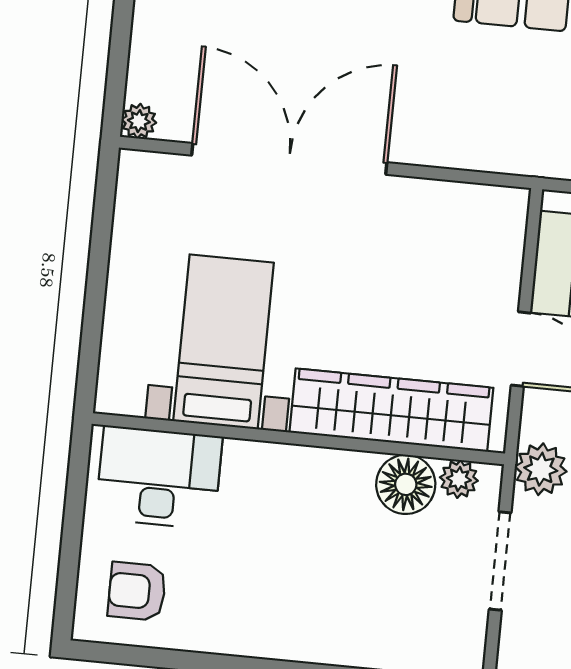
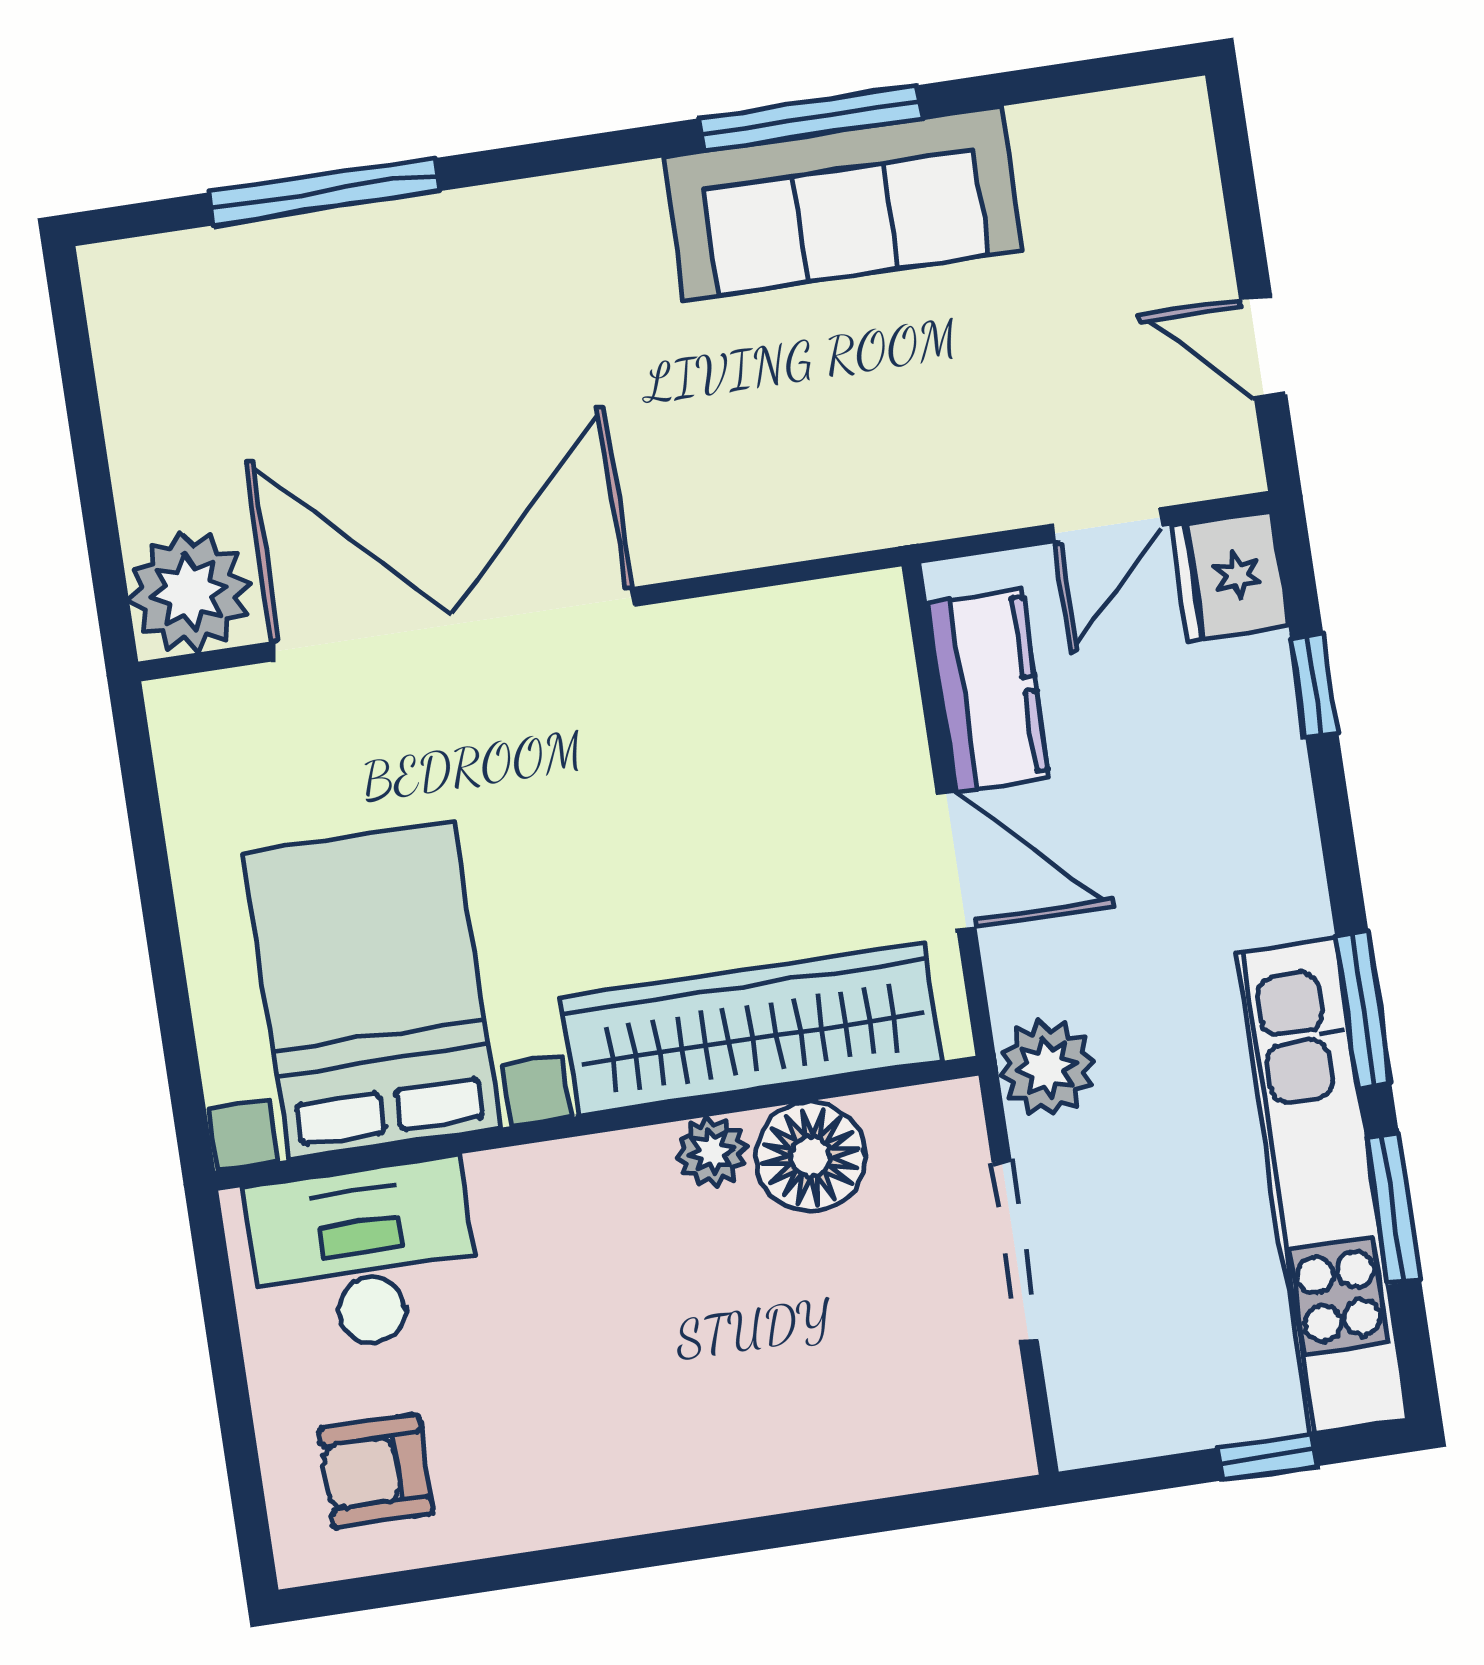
plant: (139, 121) -> (189, 592), width x1.87, depth x1.87
bed with nightstands: (224, 342) -> (371, 990), width x1.36
plant: (459, 479) -> (712, 1152), moved

